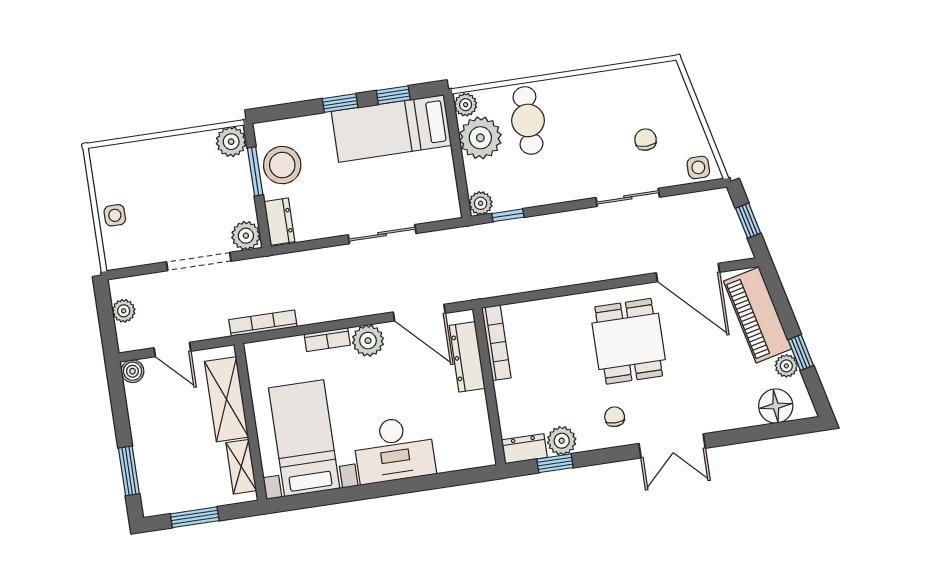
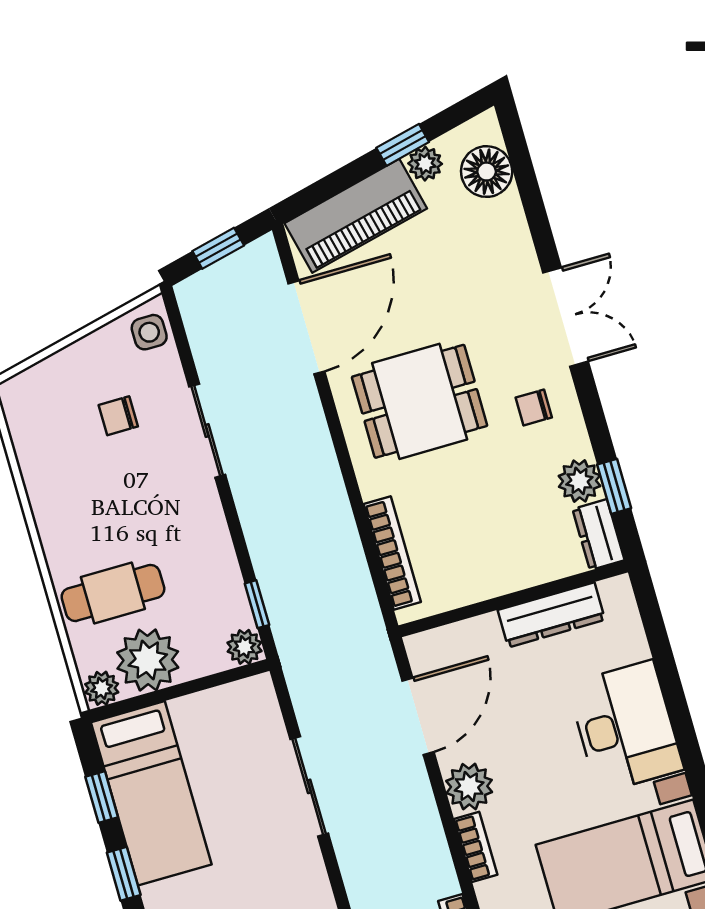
bookcase: (496, 343) -> (392, 553), moved, turned 90
dresser: (467, 357) -> (551, 615), moved

